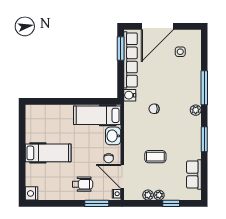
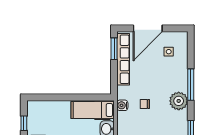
water cooler: (130, 95) -> (122, 105), moved
plant: (196, 110) -> (179, 101), width x1.88, depth x1.88
window: (22, 130) -> (24, 123), added

